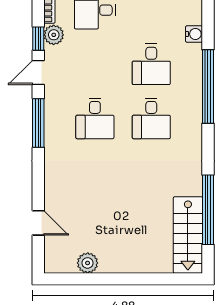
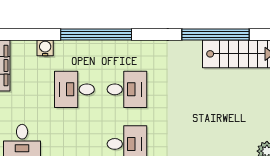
desk: (151, 64) -> (74, 89), turned 180

